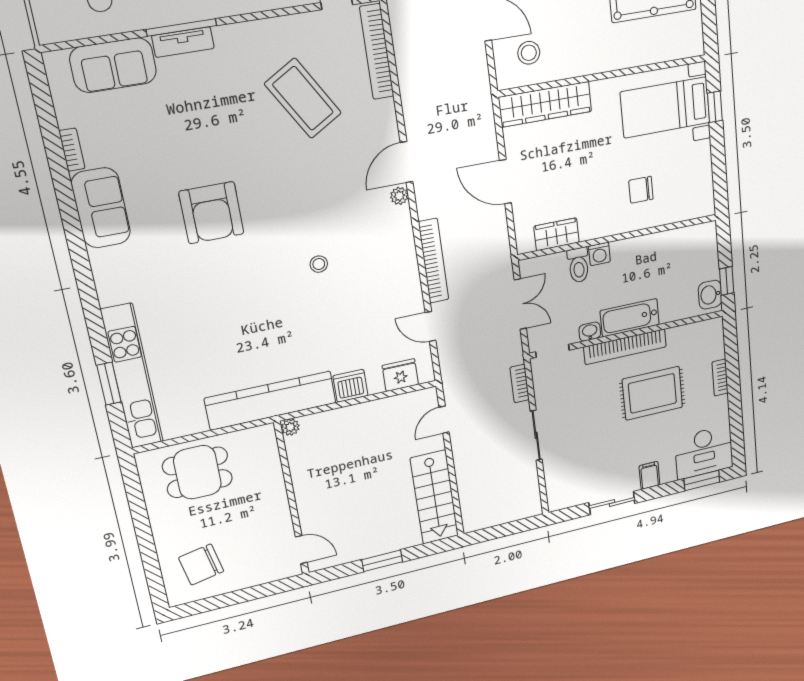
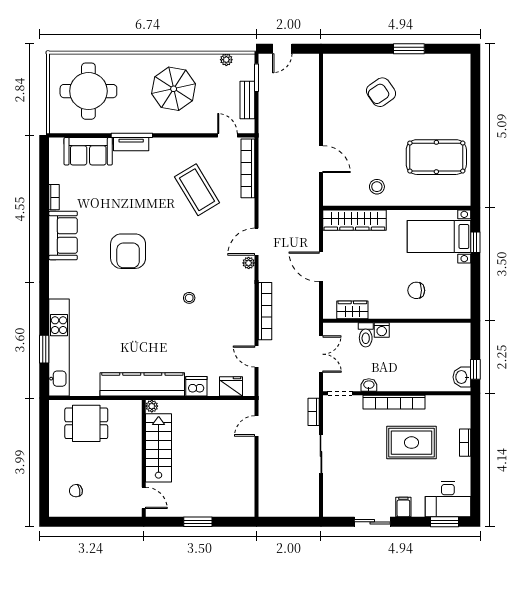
stool: (529, 53) -> (377, 187), moved
bathtub: (630, 318) -> (399, 381), removed
stairs: (434, 497) -> (159, 448), moved, turned 180
chair: (201, 565) -> (76, 491), width x0.54, depth x0.54

